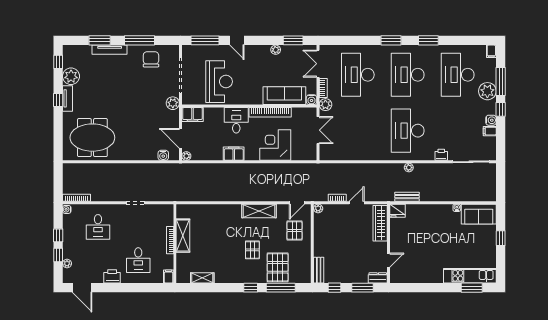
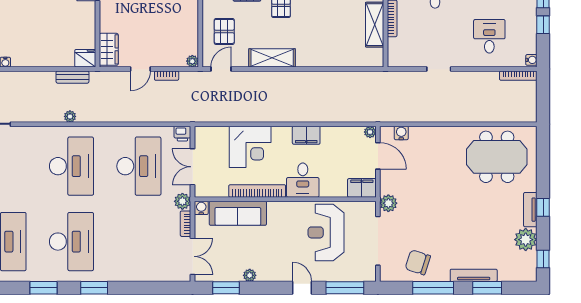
chair: (151, 59) -> (418, 262), turned 108
desk: (358, 75) -> (139, 166), moved
printer: (441, 155) -> (182, 134), moved
wardrobe: (380, 223) -> (109, 49), width x0.67

